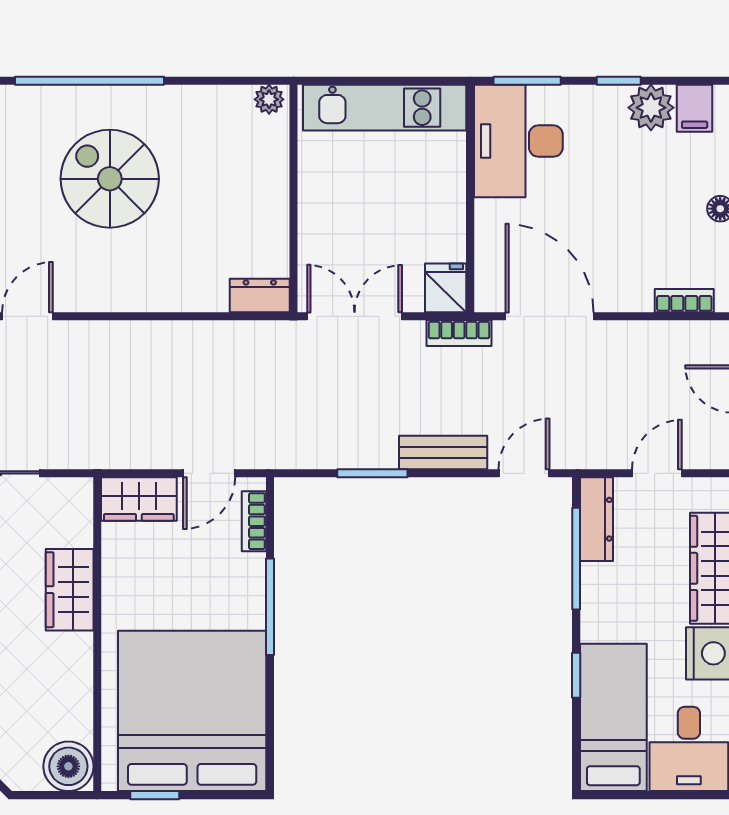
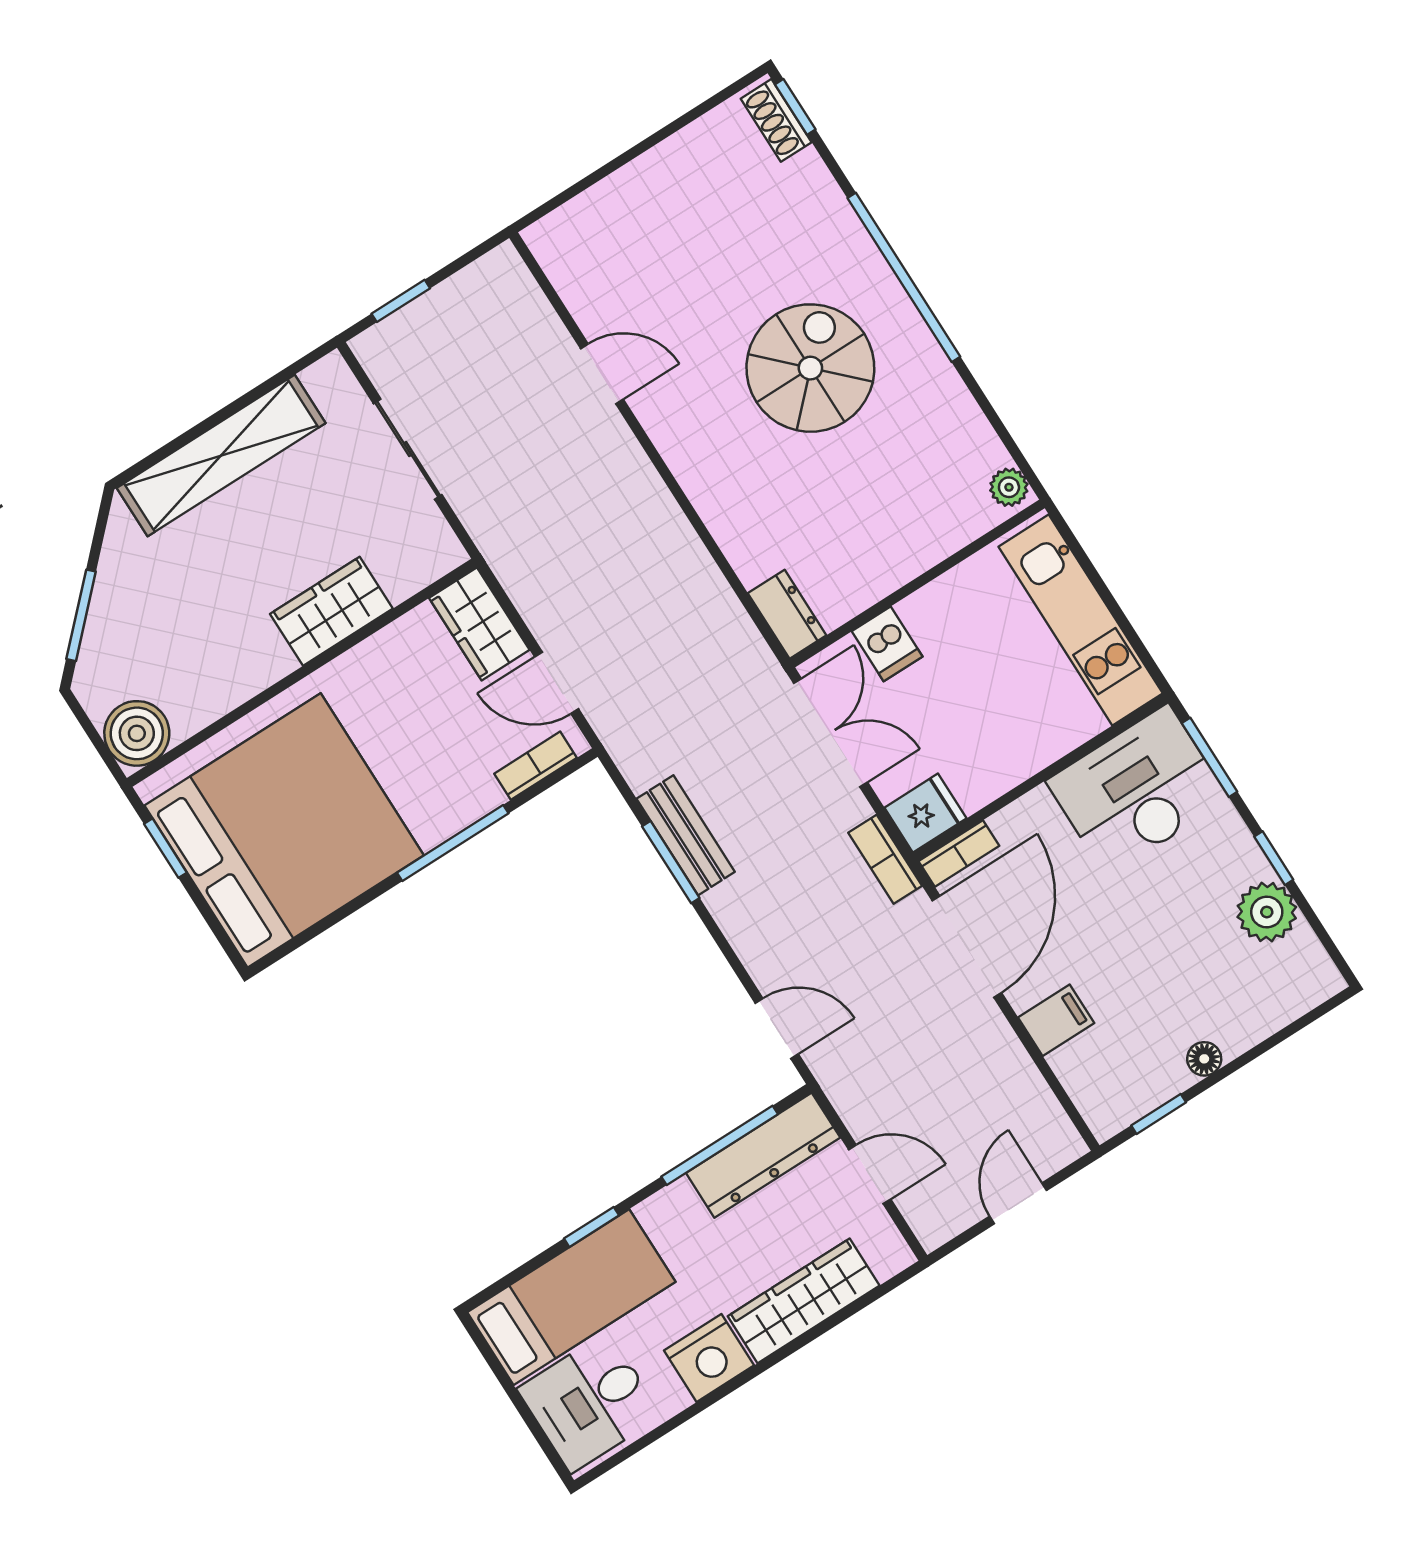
filing cabinet: (695, 108) -> (1056, 1020), moved, turned 180
dishwasher: (320, 243) -> (887, 644), added
bookcase: (684, 301) -> (959, 854), moved, turned 90
bench: (443, 453) -> (686, 835), moved
dresser: (597, 519) -> (763, 1155), width x1.37, depth x1.24

